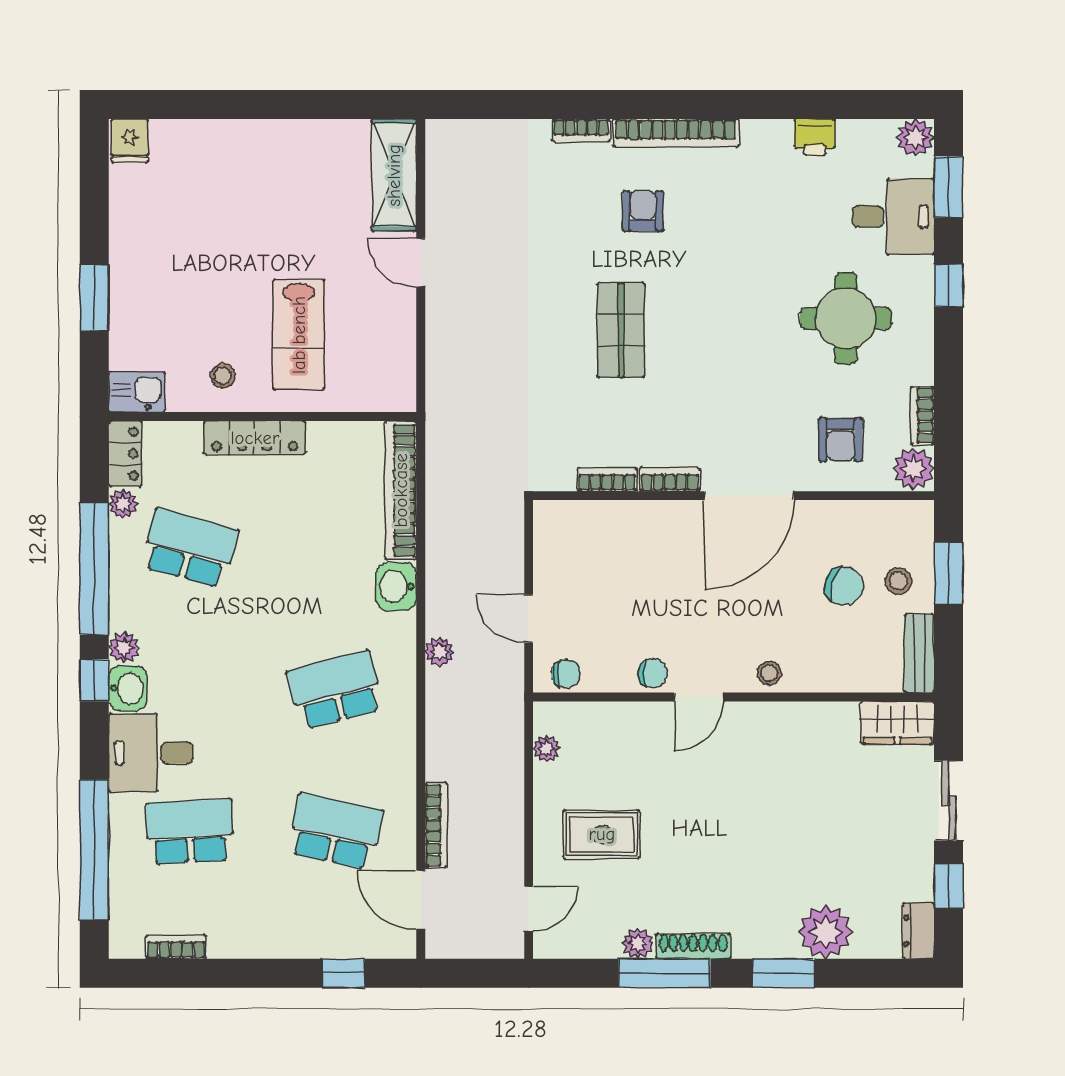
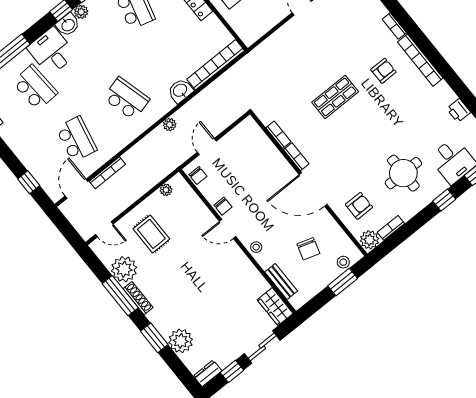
armchair: (841, 440) -> (359, 206), turned 180
stool: (898, 581) -> (343, 262), moved
bench: (919, 653) -> (281, 281), moved, turned 90
plant: (638, 943) -> (124, 269), width x1.88, depth x1.88

